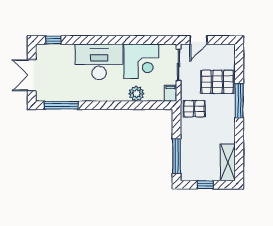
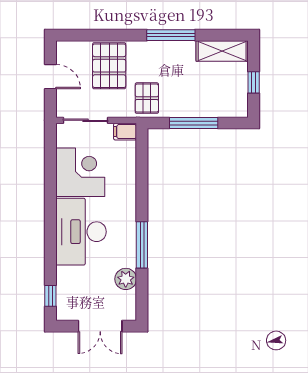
door: (198, 40) -> (50, 77), moved
plant: (136, 94) -> (126, 279), moved
window: (239, 101) -> (171, 35), moved
window: (61, 105) -> (142, 245), moved
window: (177, 156) -> (194, 123), moved

